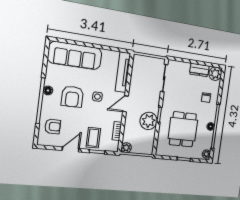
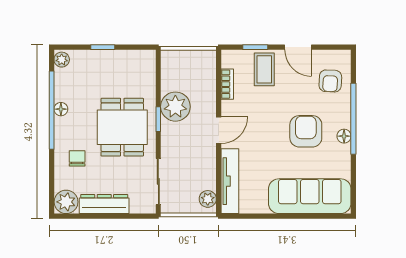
dresser: (199, 70) -> (104, 204), width x1.44
side table: (97, 97) -> (266, 136), removed
armchair: (53, 126) -> (330, 81), turned -87
dining table: (183, 129) -> (122, 127), moved
plant: (126, 148) -> (208, 199), moved
door: (71, 149) -> (298, 47), hinge flipped

